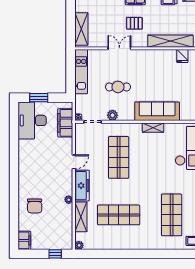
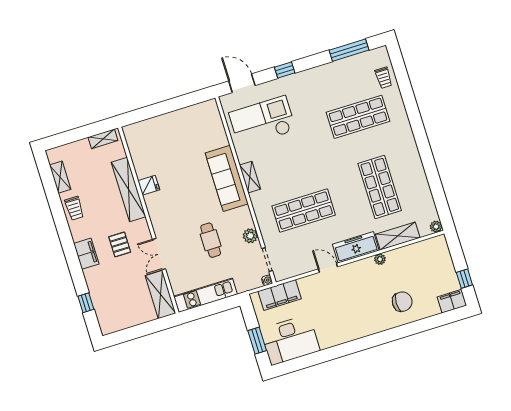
shelving: (81, 29) -> (160, 295), moved, turned 90
fridge: (182, 56) -> (149, 185), moved
window: (55, 254) -> (464, 279), moved

